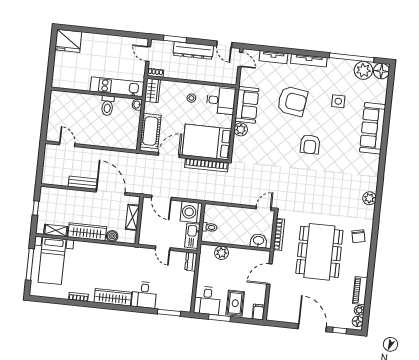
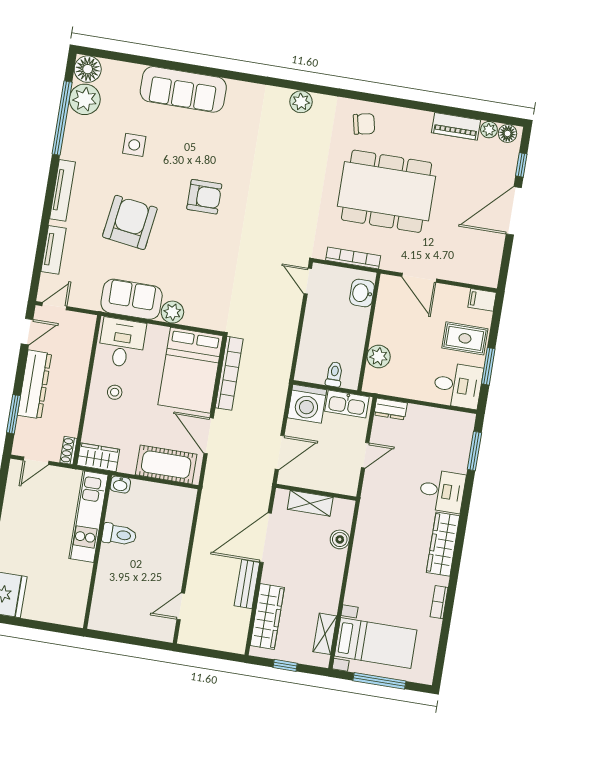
wardrobe: (87, 232) -> (267, 617), moved, turned 180

